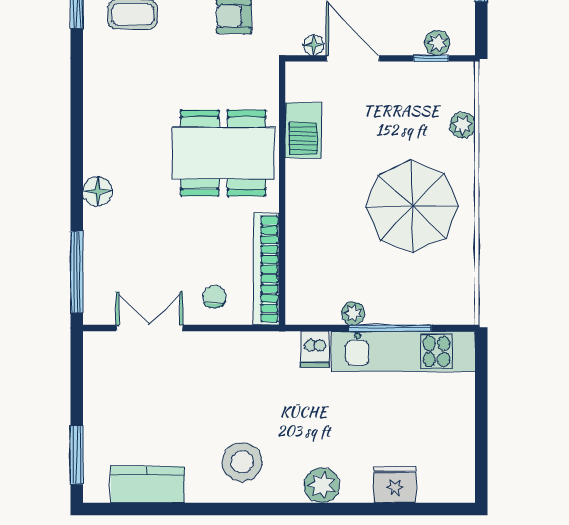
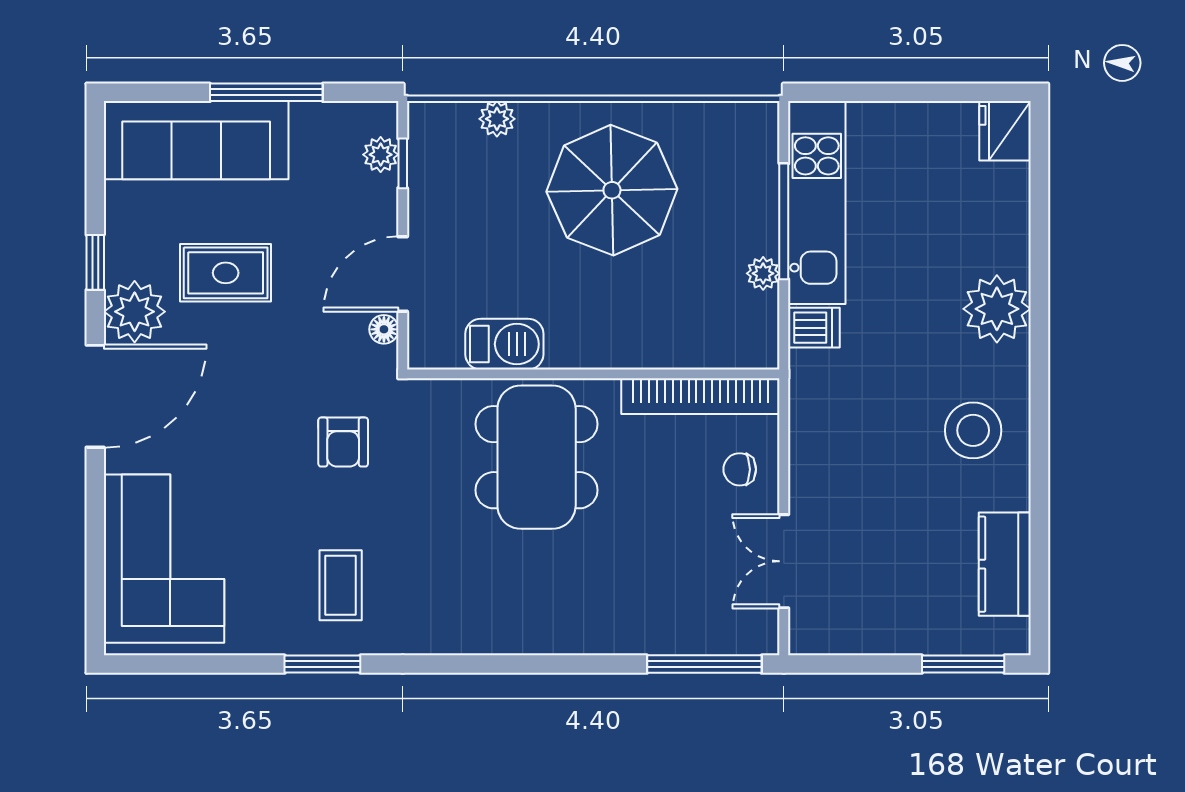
floor lamp: (98, 191) -> (591, 635), removed
plant: (322, 485) -> (997, 309), width x1.36, depth x1.36
fridge: (395, 485) -> (1005, 131), moved

